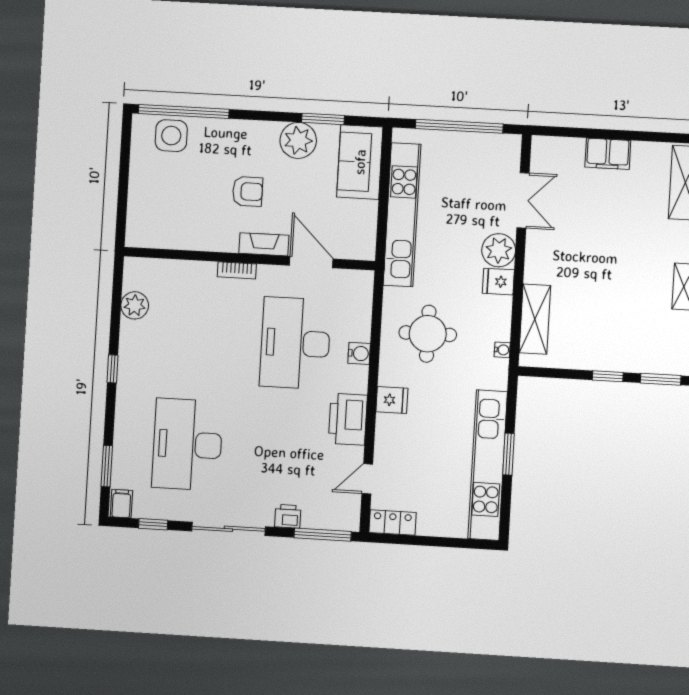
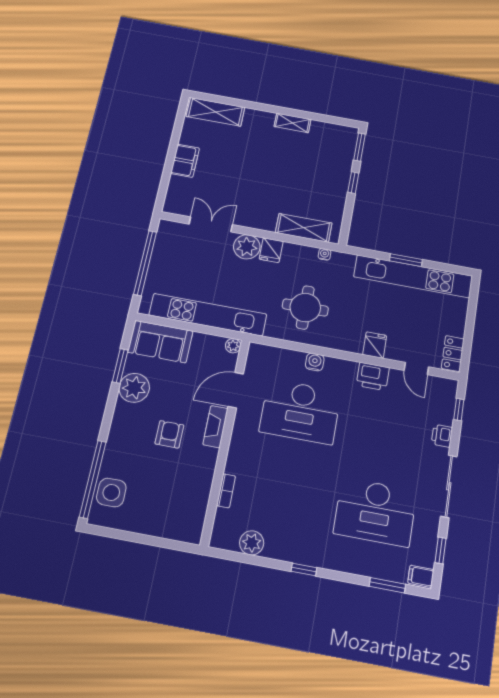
plant: (366, 251) -> (233, 346), added
bookcase: (237, 270) -> (226, 491), moved
fridge: (392, 400) -> (375, 345), moved
printer: (348, 419) -> (373, 376), width x0.73, depth x0.84
window: (323, 535) -> (459, 410), width x0.46

